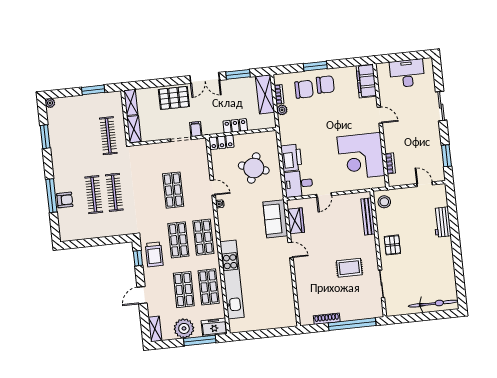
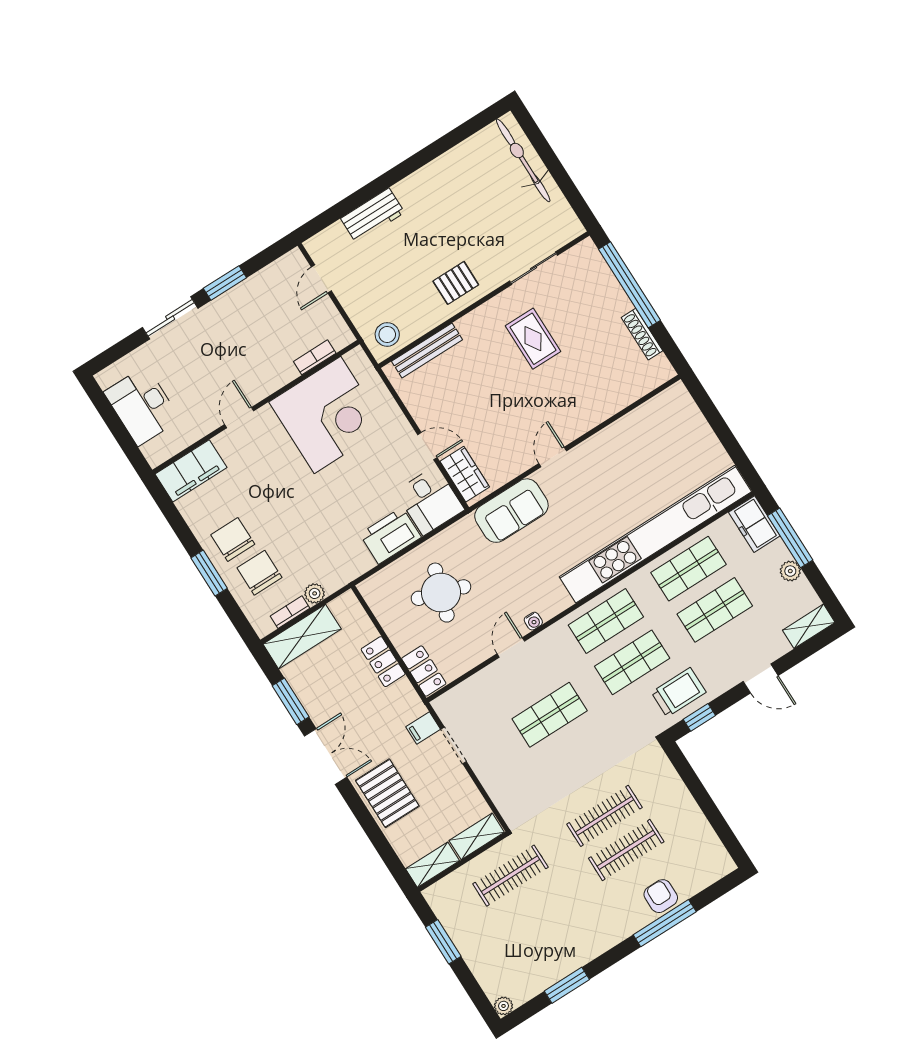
window: (446, 156) -> (225, 283), moved
wardrobe: (296, 221) -> (465, 474), moved, turned 90
kitchen unit: (232, 280) -> (655, 534), width x1.36
plant: (184, 328) -> (790, 571), width x0.53, depth x0.53

